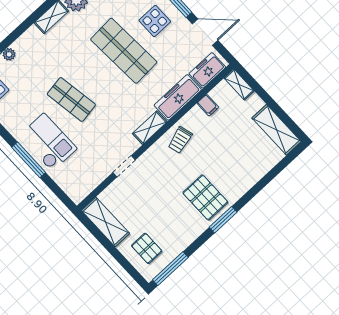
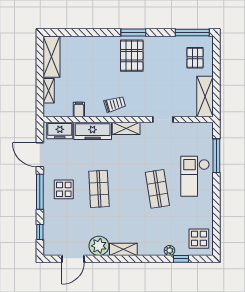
shop shelf: (124, 51) -> (99, 189), width x0.70, depth x0.74
shelving: (239, 84) -> (49, 91), moved
window: (29, 160) -> (216, 156), moved

